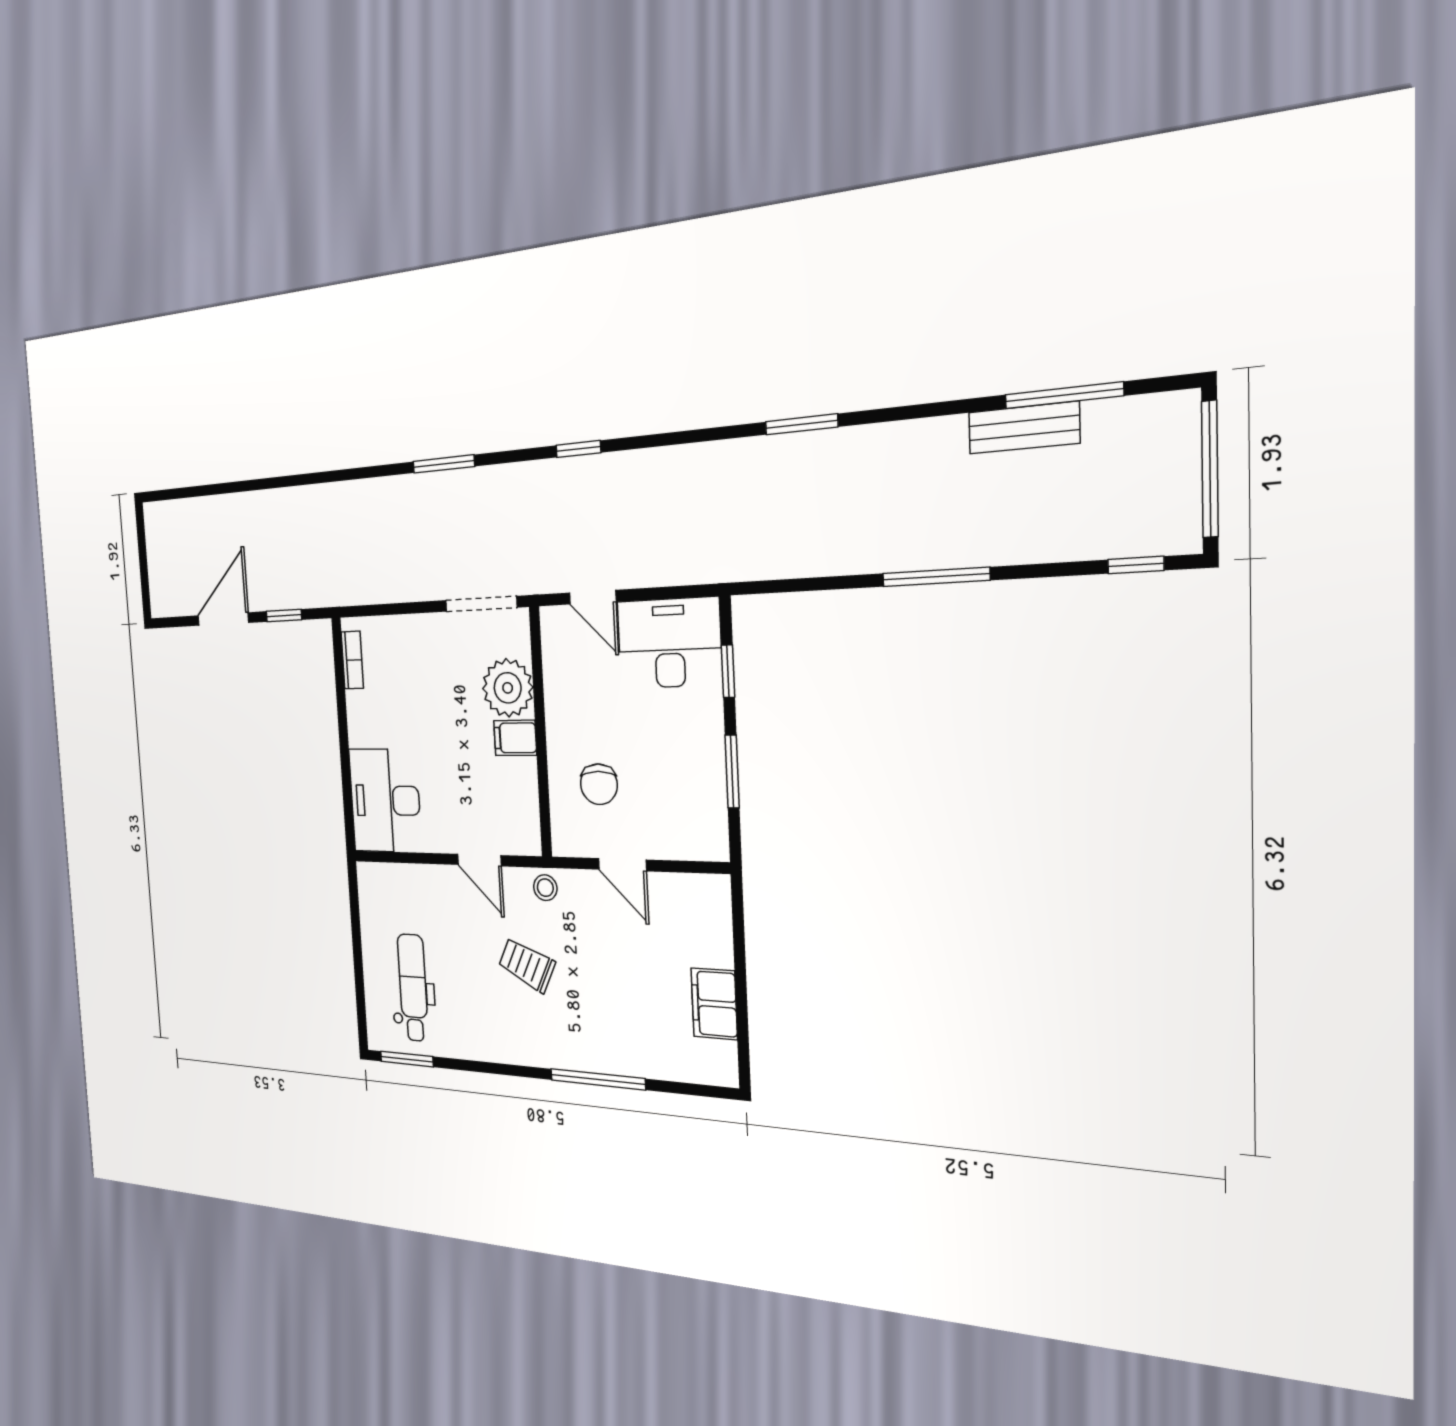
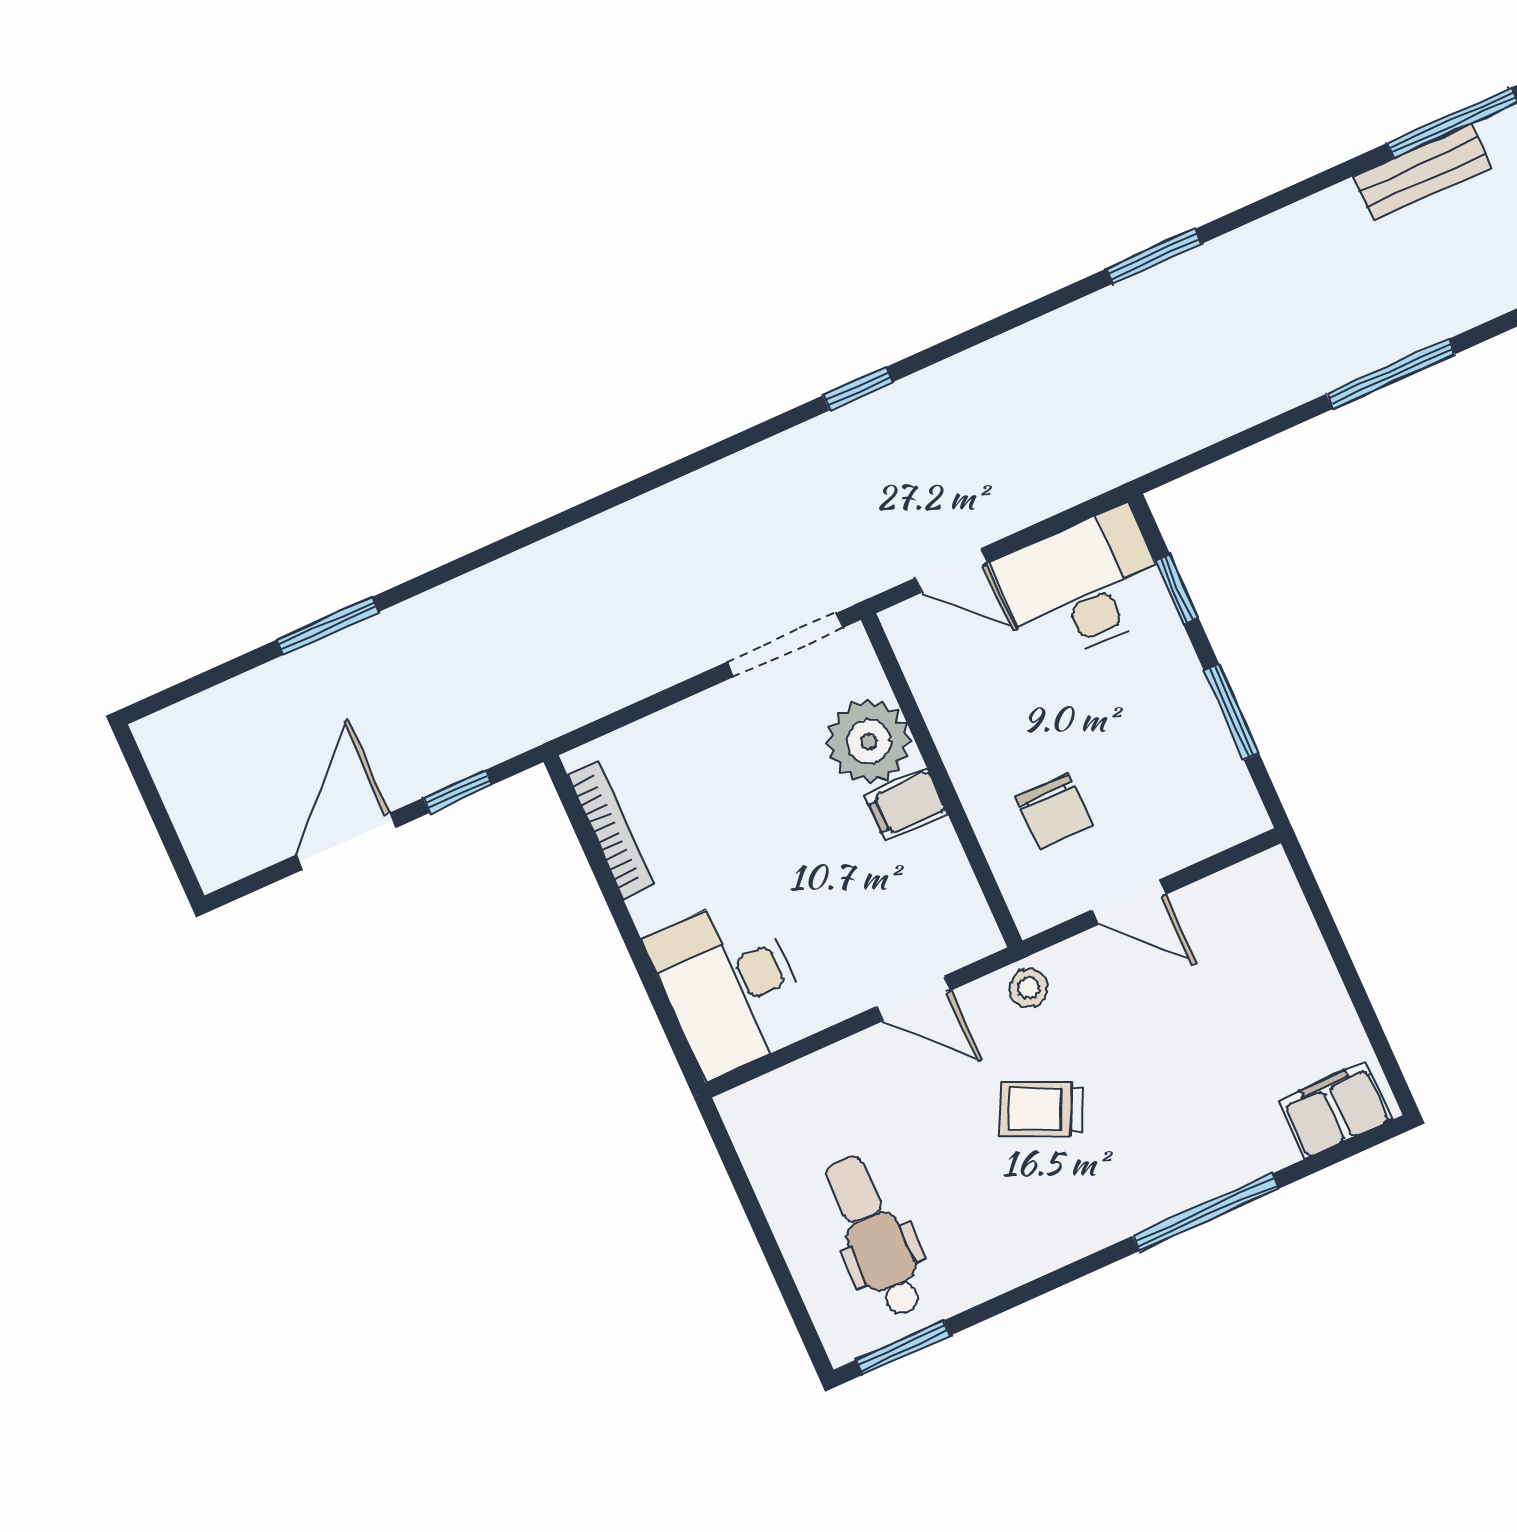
window: (444, 464) -> (328, 626), moved
bookcase: (352, 660) -> (611, 830), width x1.56
filing cabinet: (714, 1004) -> (1335, 1110), moved, turned 90

